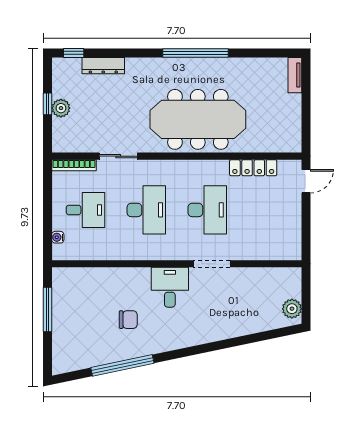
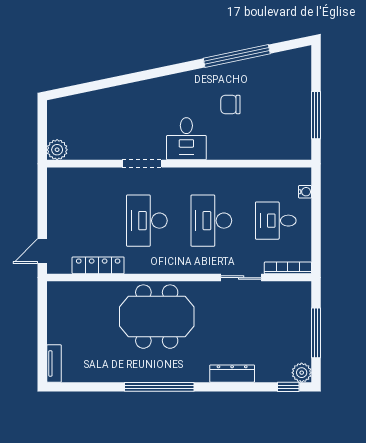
dresser: (103, 66) -> (232, 374), moved
window: (47, 104) -> (316, 333), width x2.17
plant: (61, 108) -> (302, 373), moved
meeting table: (198, 119) -> (157, 317), width x0.73
plant: (292, 309) -> (57, 150), moved

